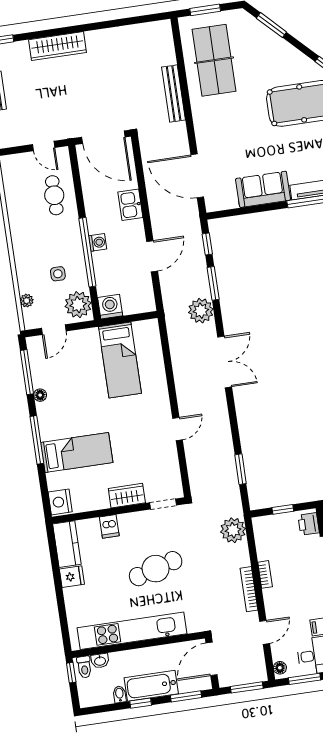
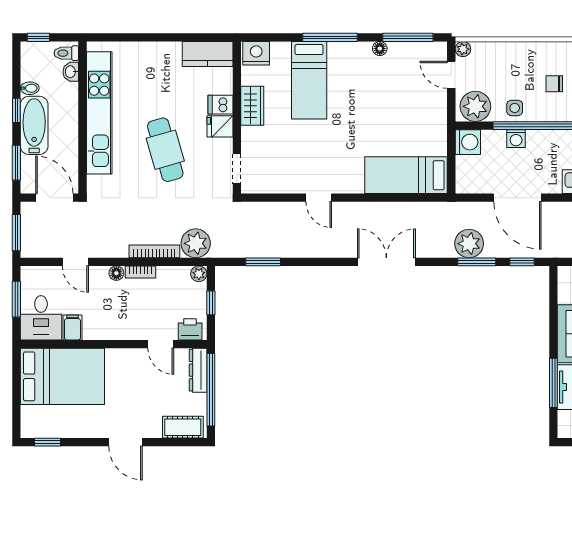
chair: (48, 239) -> (554, 84), added
washing machine: (98, 242) -> (516, 139), moved
door: (152, 256) -> (517, 198), width x1.36
side table: (58, 274) -> (515, 108), moved
plant: (27, 301) -> (463, 49), moved
plant: (201, 311) -> (469, 244), moved
bed: (120, 360) -> (406, 175), moved
double door: (225, 362) -> (386, 262), swing flipped
wardrobe: (127, 496) -> (252, 106), moved
plant: (259, 524) -> (199, 274), added
fridge: (72, 577) -> (220, 126), moved, turned 90
bookcase: (249, 589) -> (154, 251), moved
floor lamp: (280, 668) -> (116, 273), moved
window: (71, 673) -> (38, 37), moved

